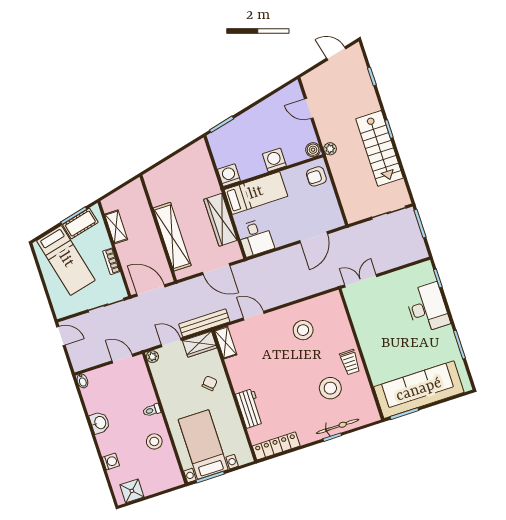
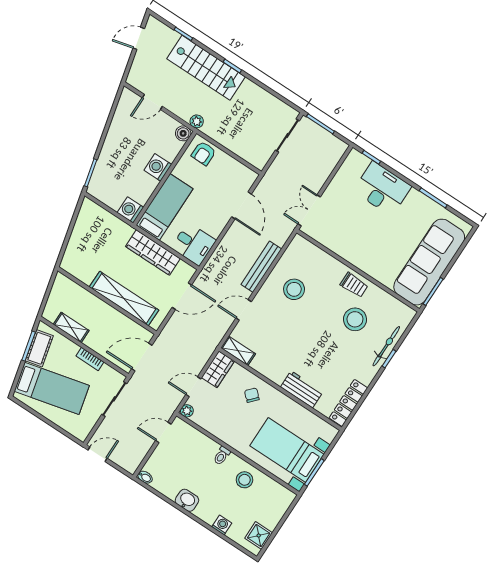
stairs: (380, 148) -> (206, 68), moved
bench: (204, 323) -> (261, 267), moved

